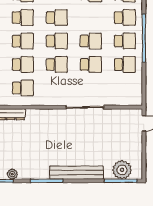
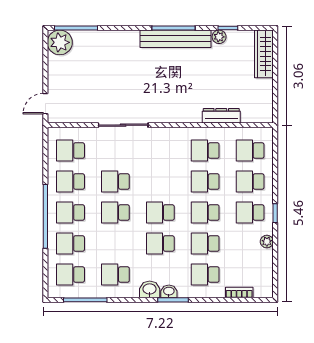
school desk: (57, 64) -> (70, 150), moved
plant: (122, 170) -> (60, 42), moved
bench: (76, 173) -> (176, 39), moved

